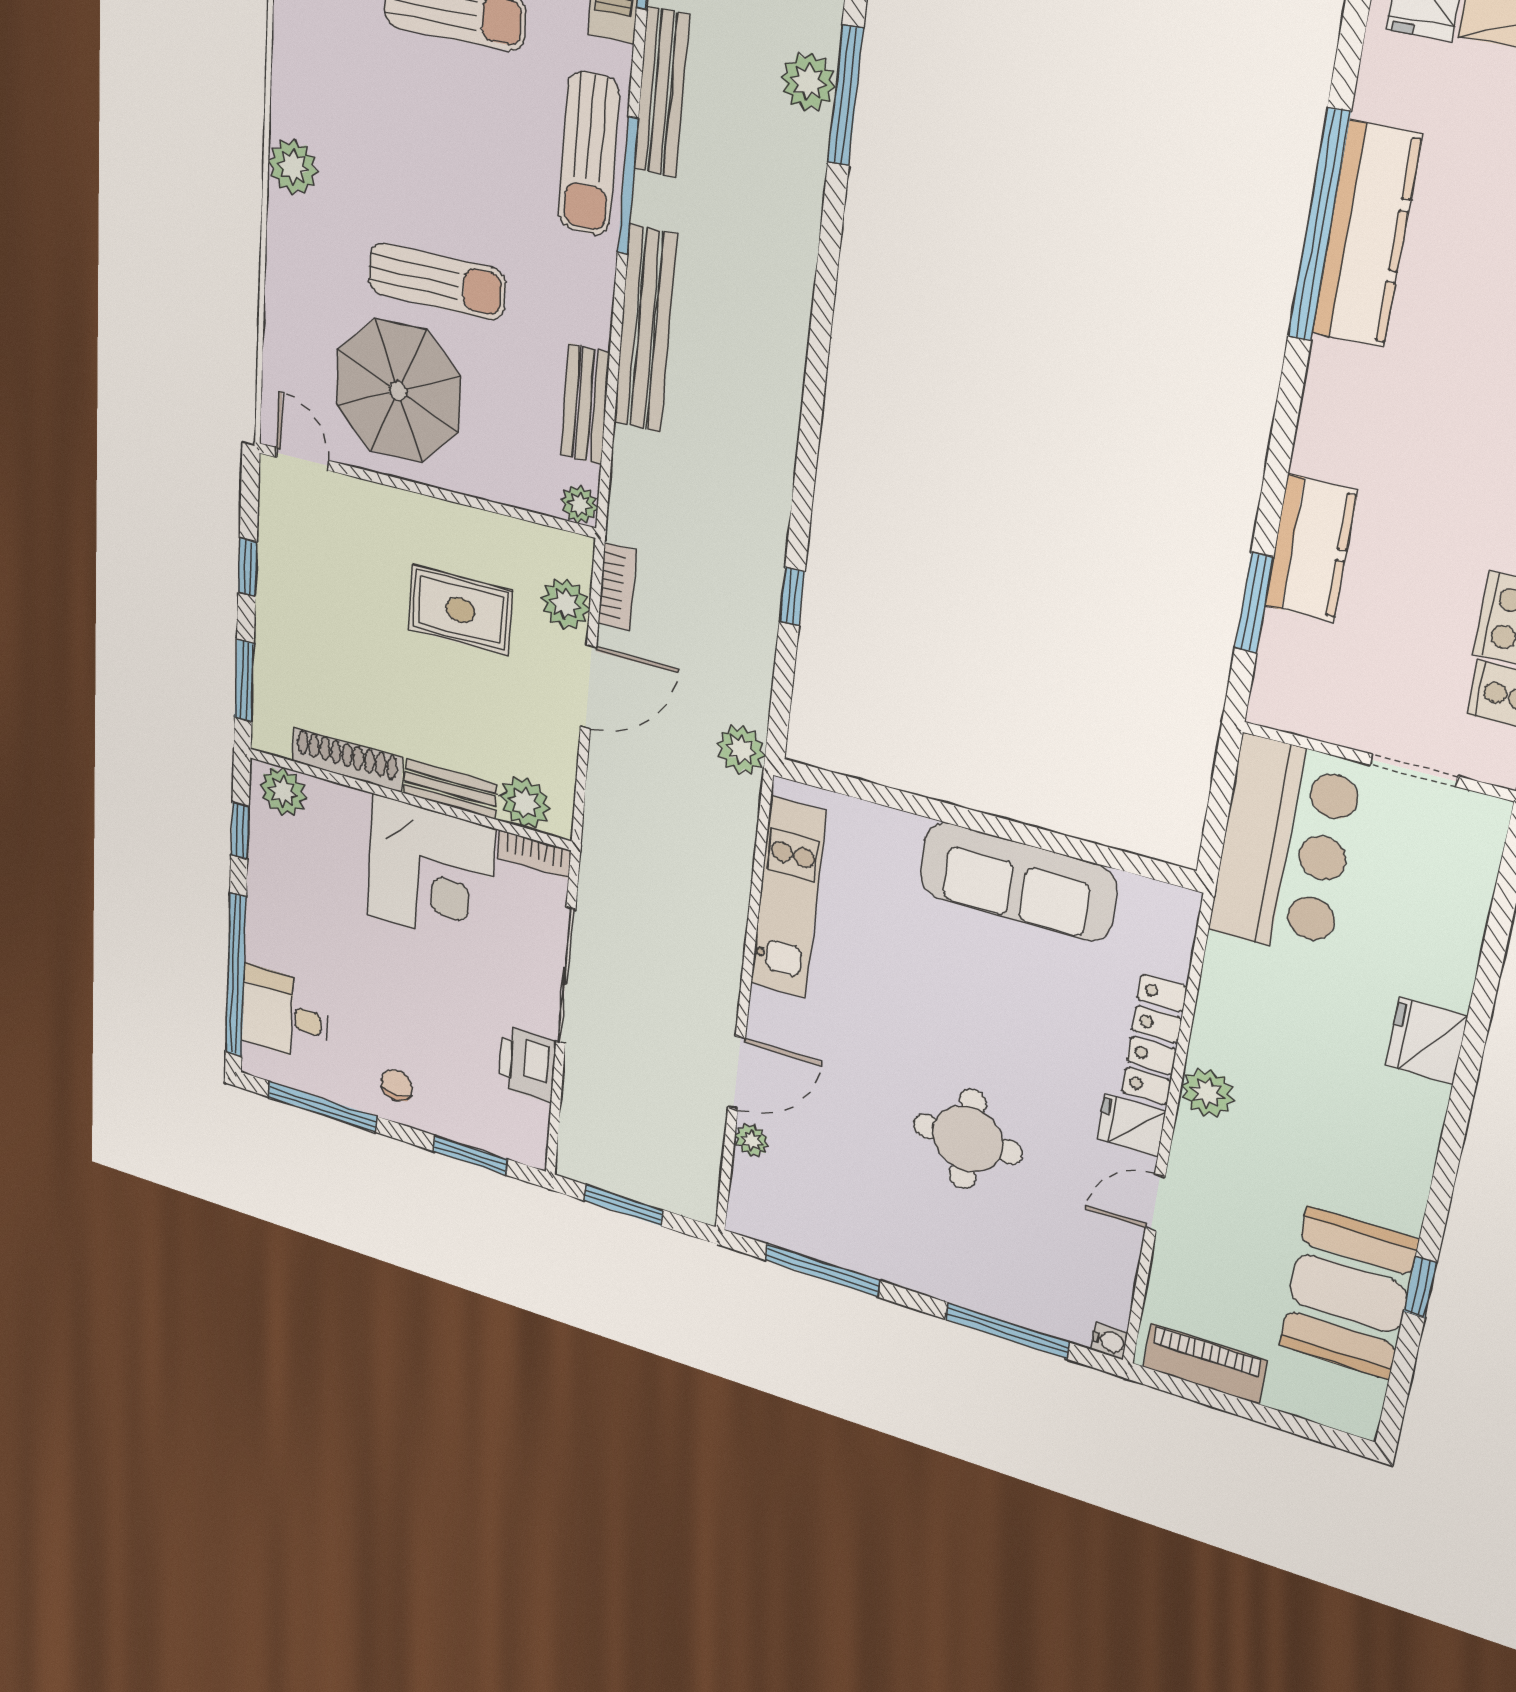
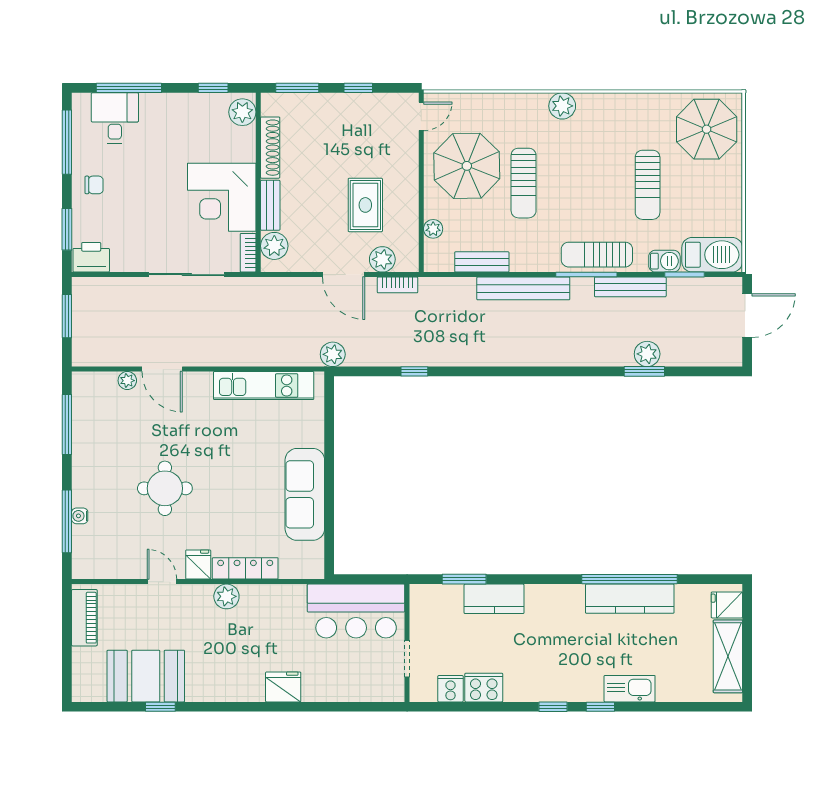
window: (846, 96) -> (644, 371), width x0.69
plant: (579, 504) -> (433, 229), moved
window: (236, 975) -> (129, 88), width x0.68
printer: (527, 1064) -> (91, 257), moved
water cooler: (1109, 1341) -> (80, 516), moved, turned 90

